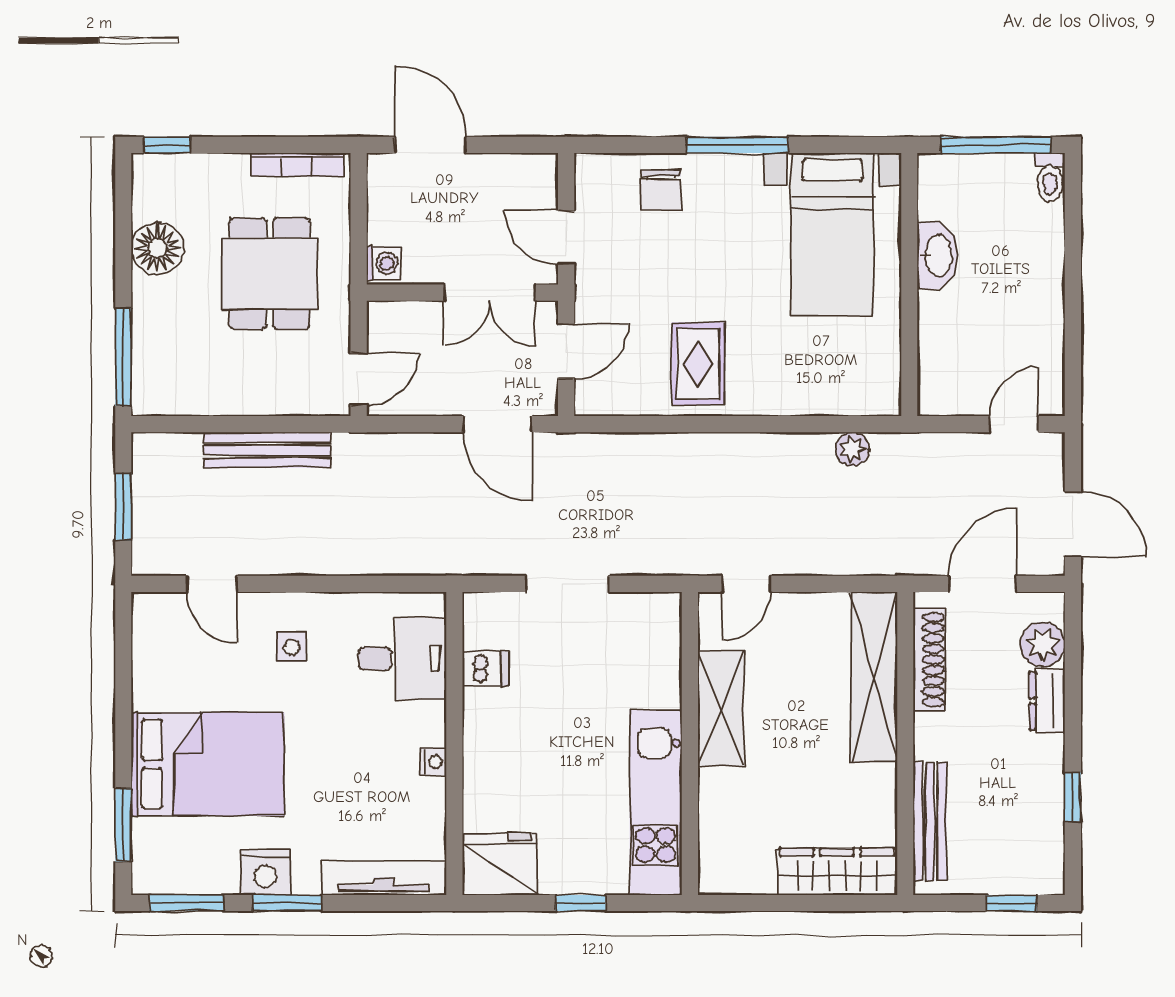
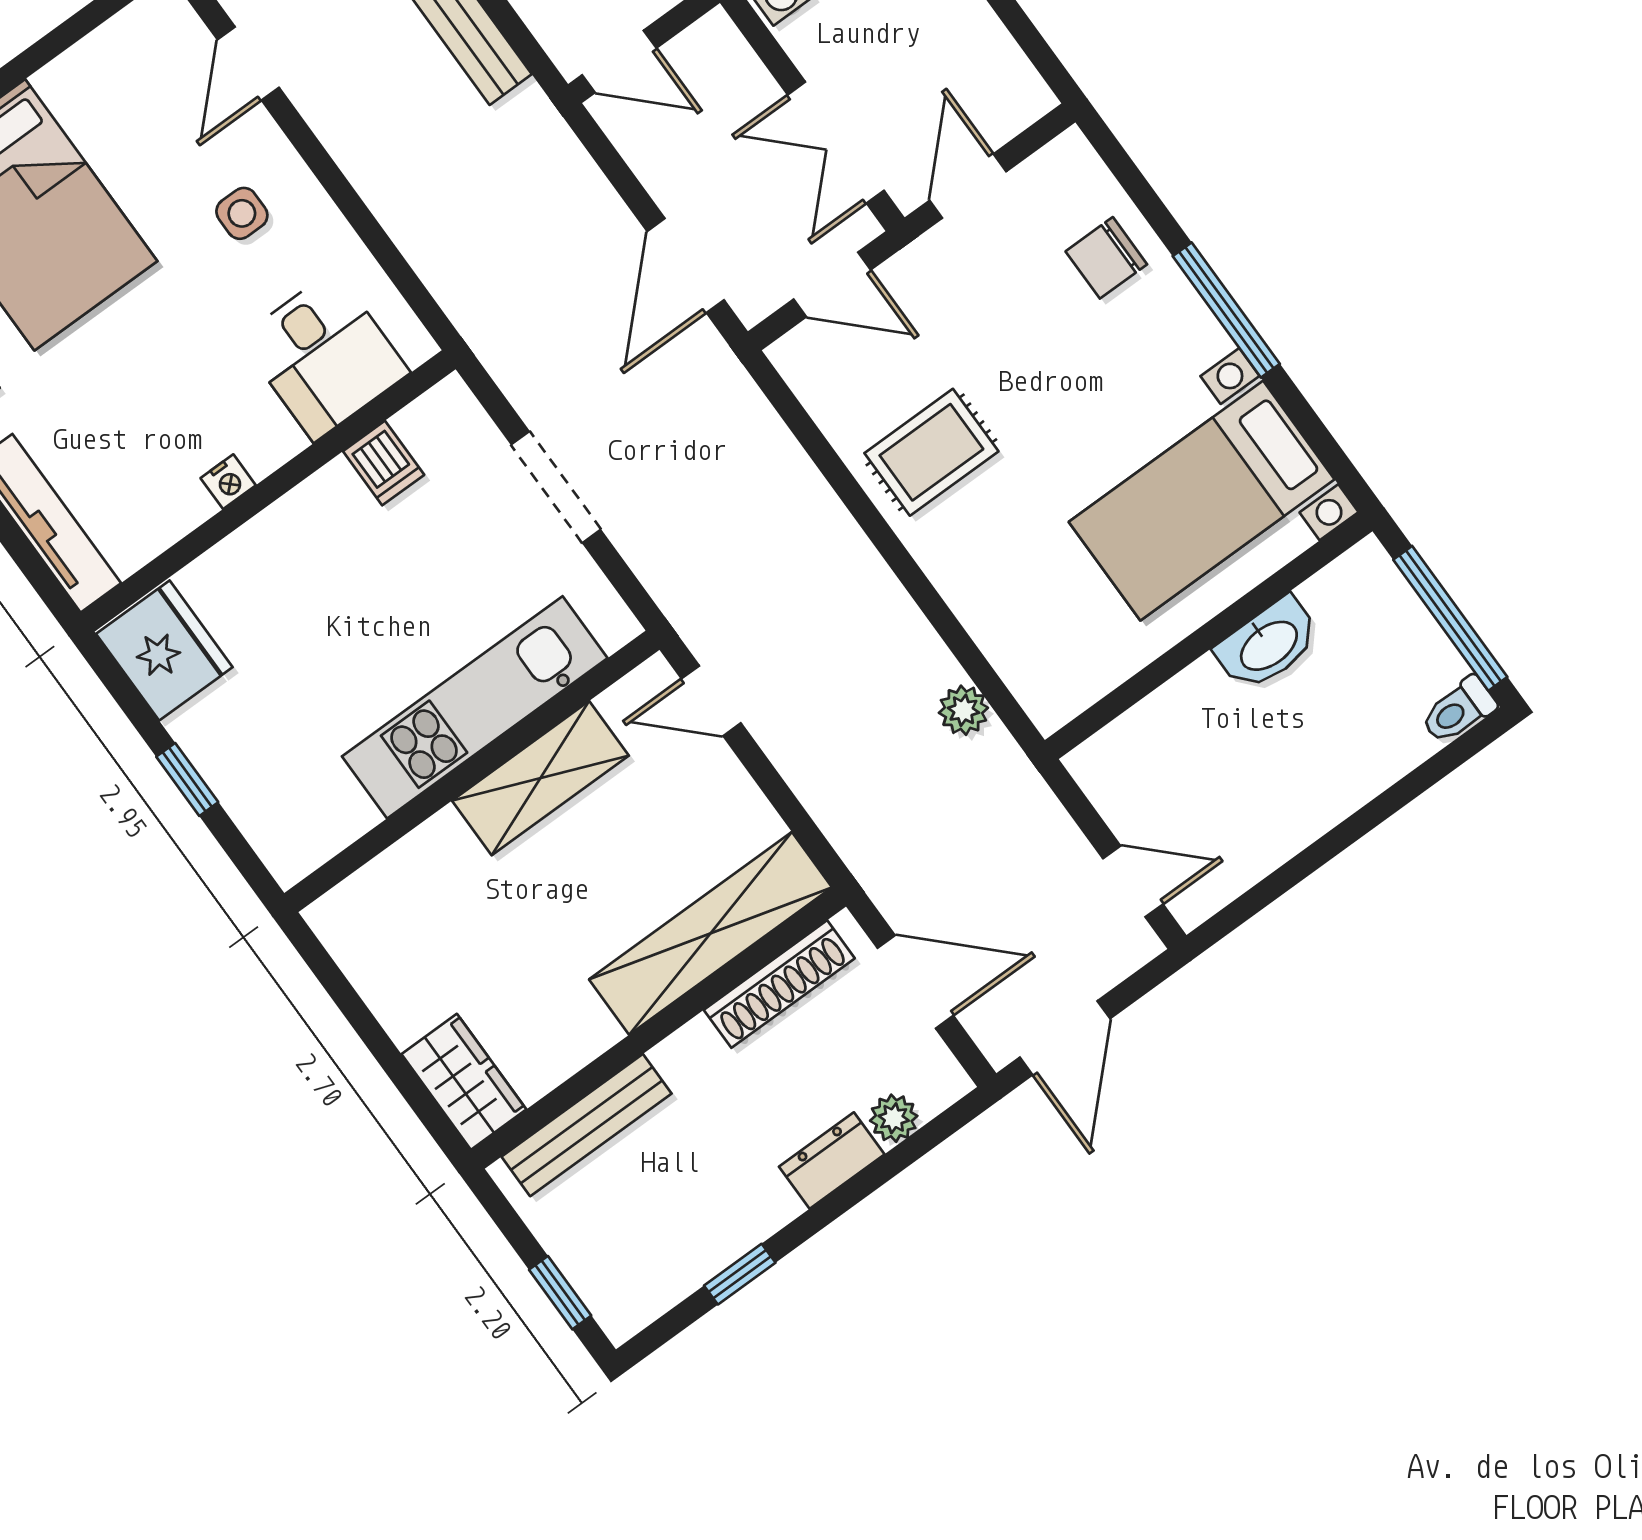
plant: (1043, 644) -> (894, 1118), width x0.73, depth x0.73
kitchen unit: (656, 802) -> (475, 707), moved
wardrobe: (837, 872) -> (464, 1082), width x0.67

